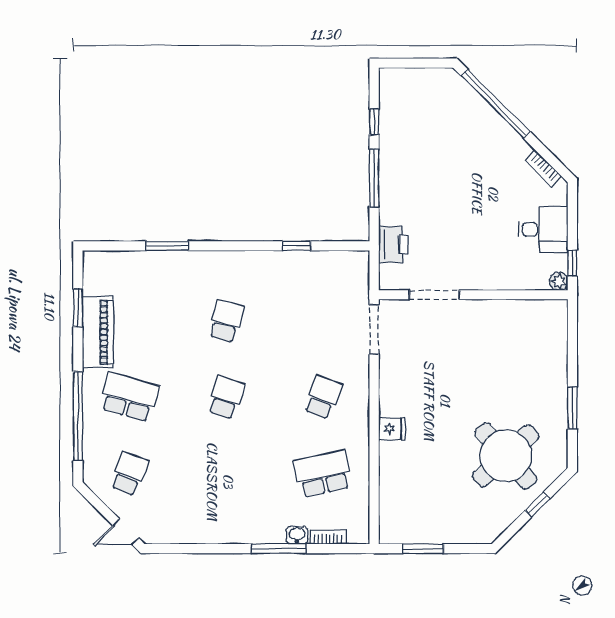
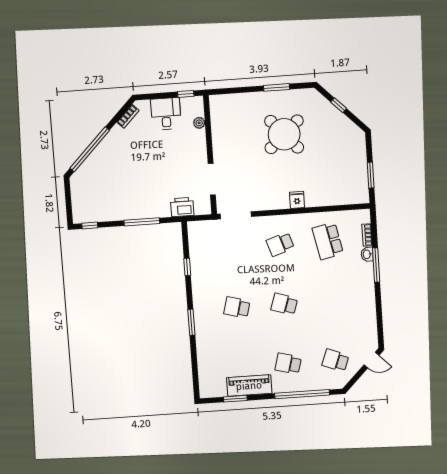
window: (374, 122) -> (90, 225), moved
window: (167, 246) -> (191, 322), moved
plant: (559, 281) -> (199, 123), moved
school desk: (129, 397) -> (288, 364), width x0.54
school desk: (323, 397) -> (280, 244), turned -39
round table: (506, 456) -> (284, 134), moved
door: (126, 532) -> (371, 360), hinge flipped

